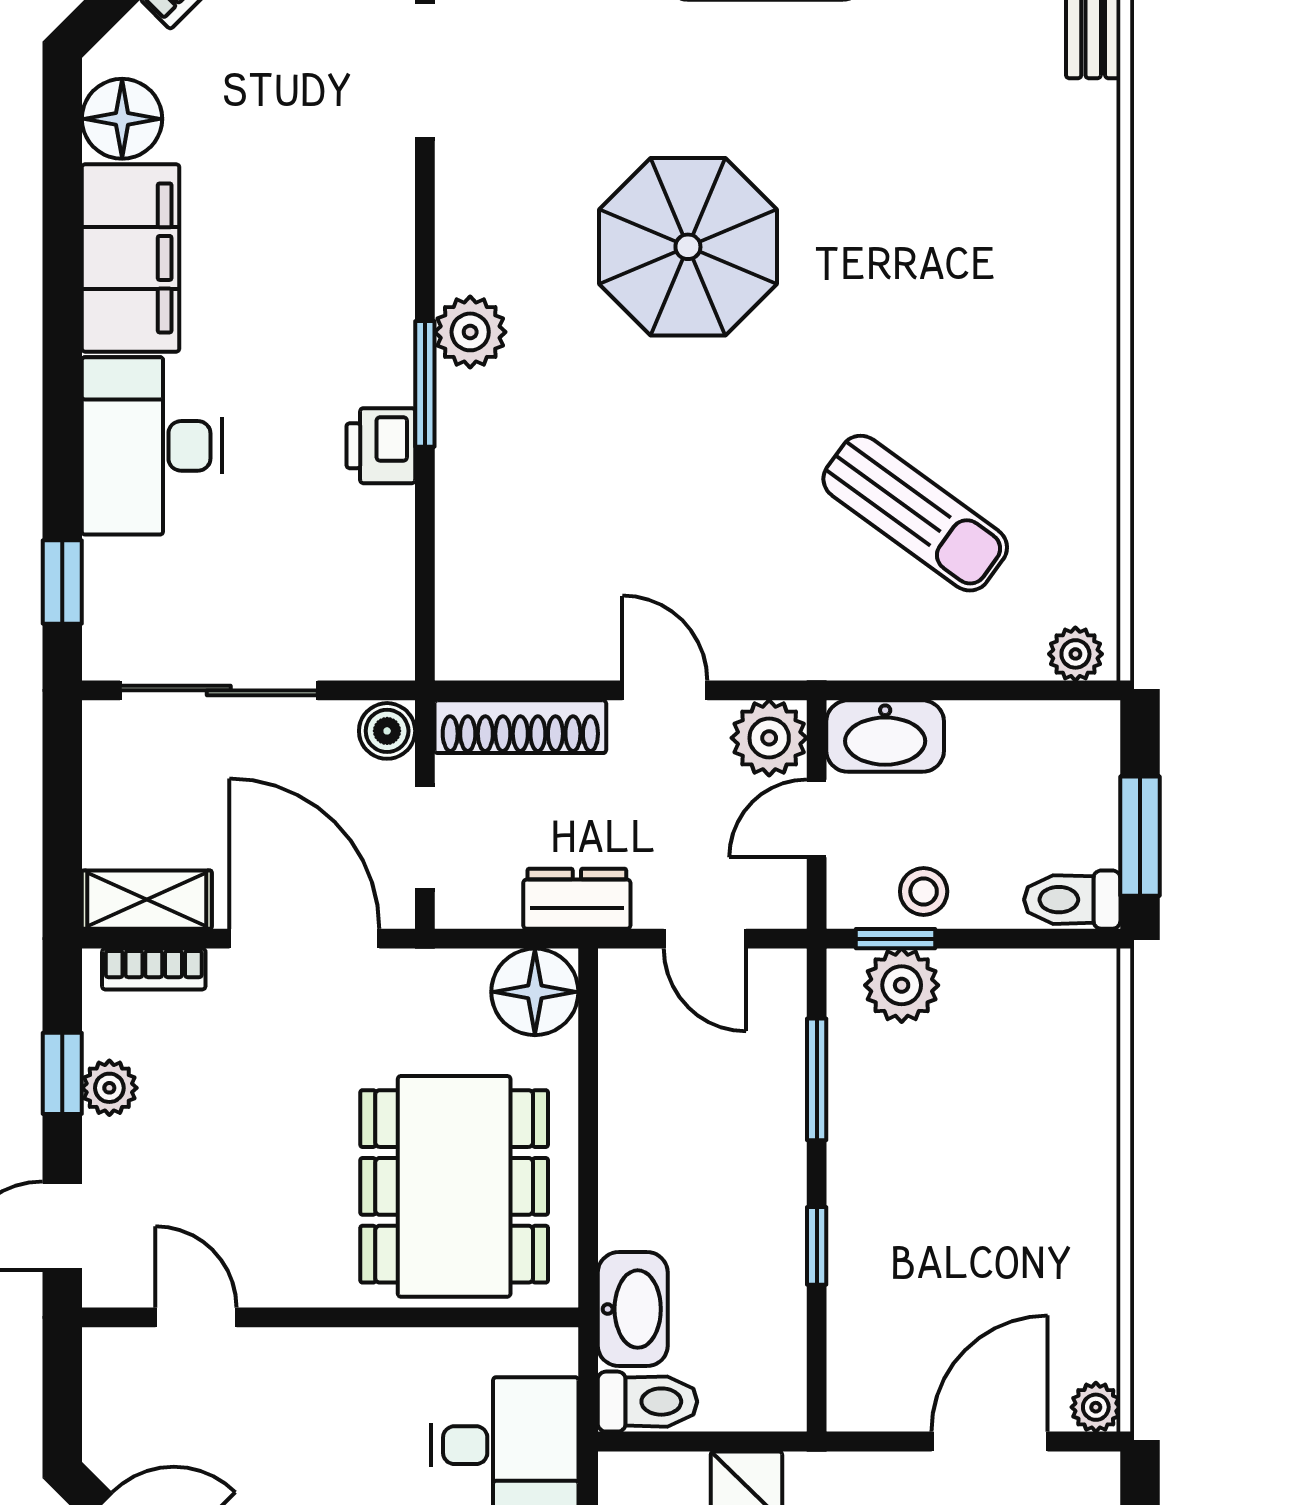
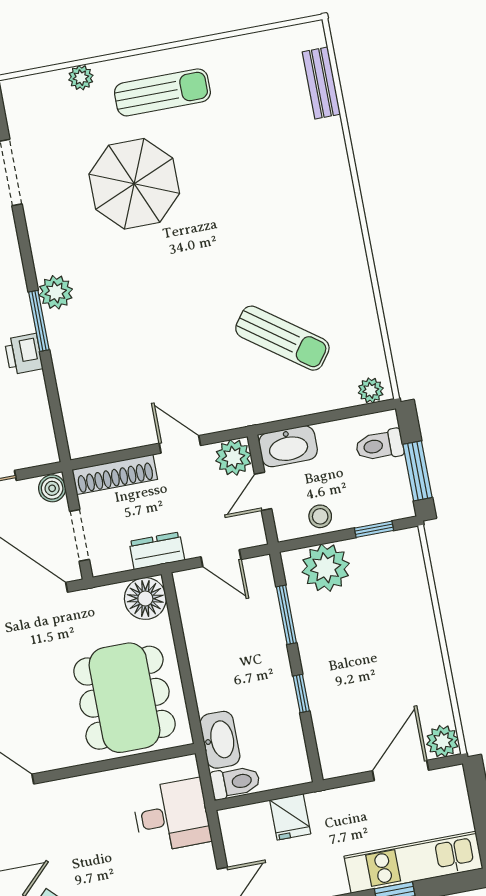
parasol: (688, 247) -> (134, 184), moved
toilet: (1072, 900) -> (380, 445), moved
window: (895, 939) -> (374, 529), moved
plant: (902, 985) -> (326, 568), width x1.36, depth x1.36
plant: (1096, 1407) -> (443, 741), width x1.38, depth x1.38

